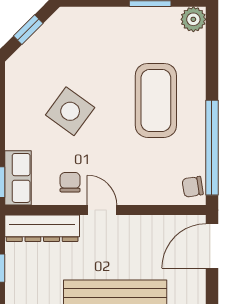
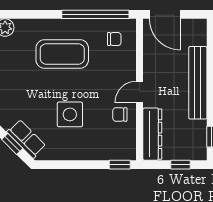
side table: (70, 111) -> (70, 114), turned -36
row of seats: (18, 178) -> (26, 139), moved, turned 45
chair: (193, 187) -> (114, 39), moved, turned -81

